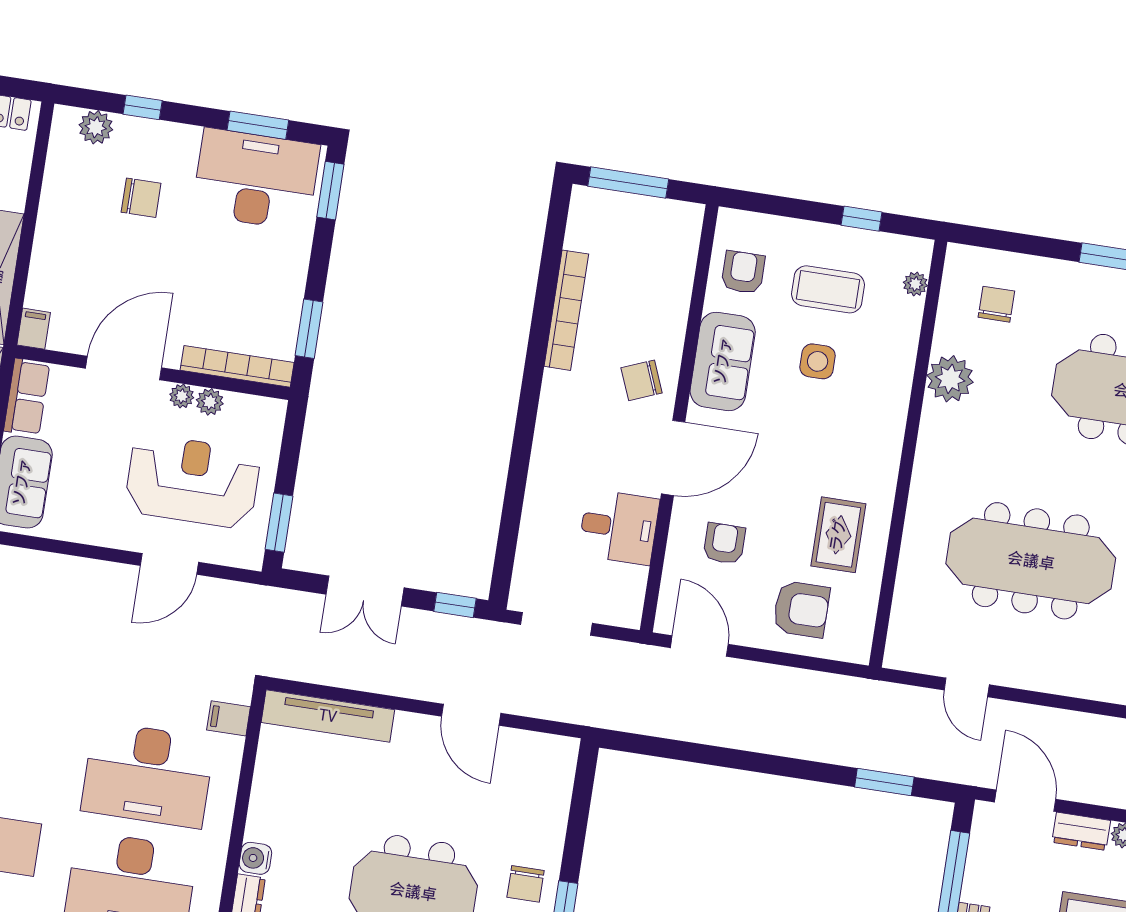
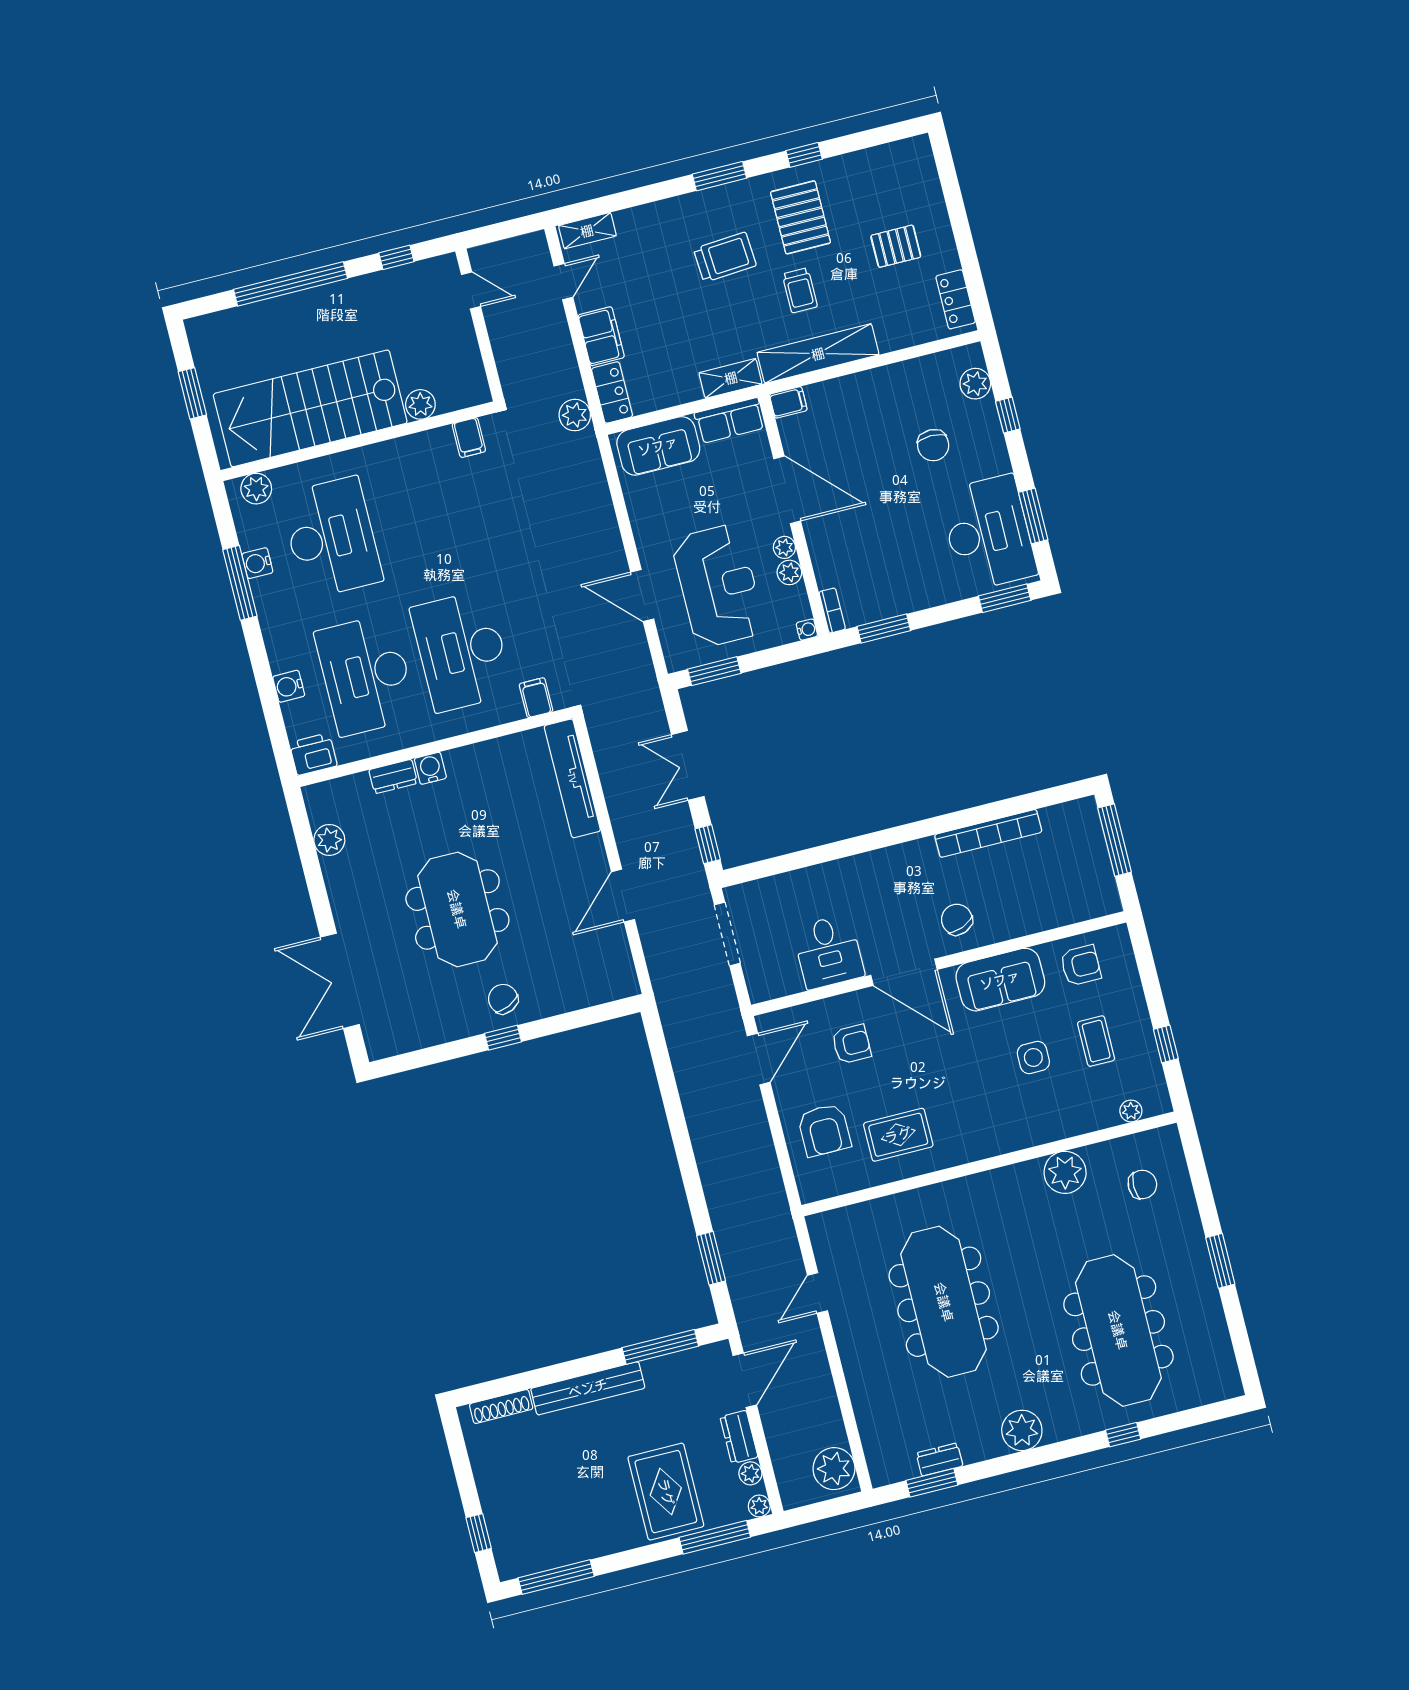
coffee table: (828, 289) -> (1096, 1041), width x0.73, depth x0.77
bookcase: (237, 366) -> (832, 611), width x0.43, depth x0.76
water cooler: (276, 409) -> (807, 630), added
chair: (526, 884) -> (503, 999), turned 65

